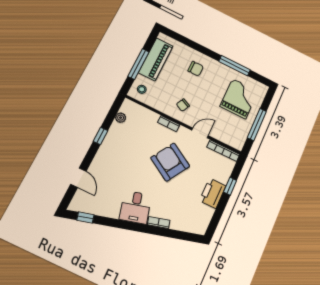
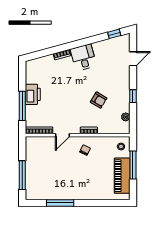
chair: (196, 69) -> (89, 184), removed
grand piano: (239, 99) -> (45, 178), removed
window: (257, 125) -> (22, 175), moved
armchair: (170, 162) -> (99, 100), moved, width x0.53, depth x0.53
door: (78, 178) -> (133, 59), swing flipped
window: (230, 186) -> (22, 106), width x2.17

